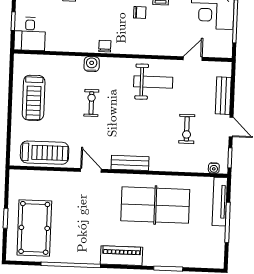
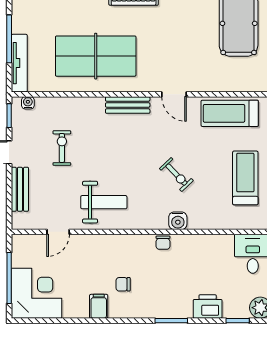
weight bench: (153, 82) -> (104, 202), turned 180
exercise bike: (91, 103) -> (176, 175), turned -44

